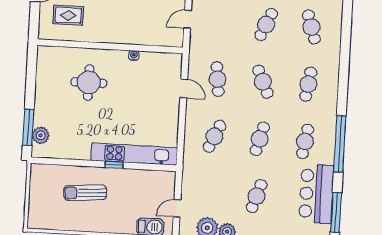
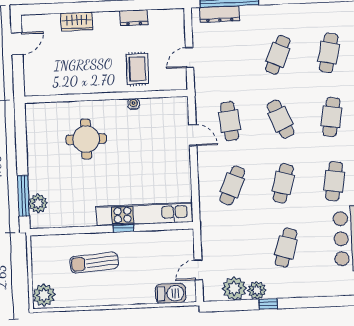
rug: (68, 15) -> (137, 69), moved, turned 90
cafe table: (311, 27) -> (329, 53), turned 30
plant: (38, 217) -> (44, 295), added

